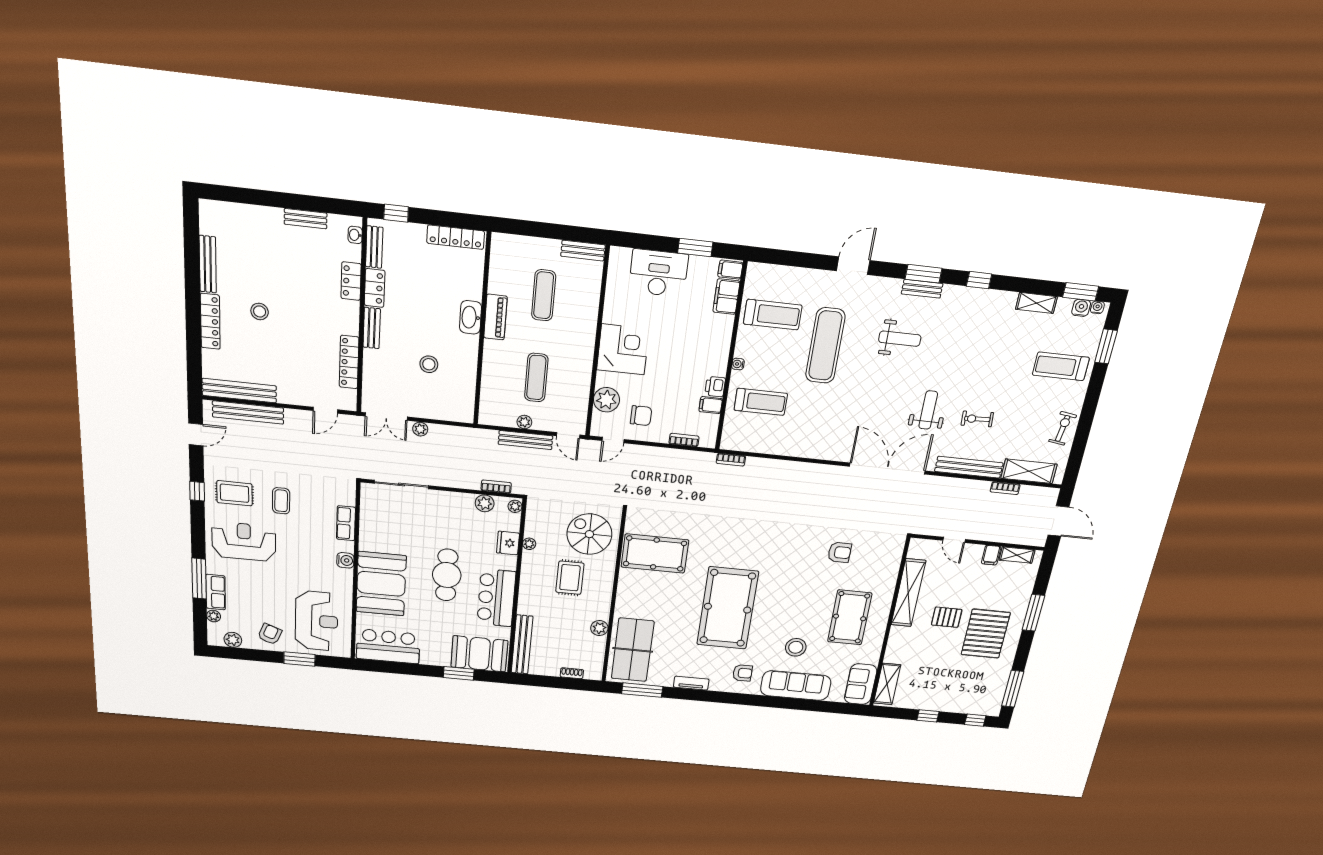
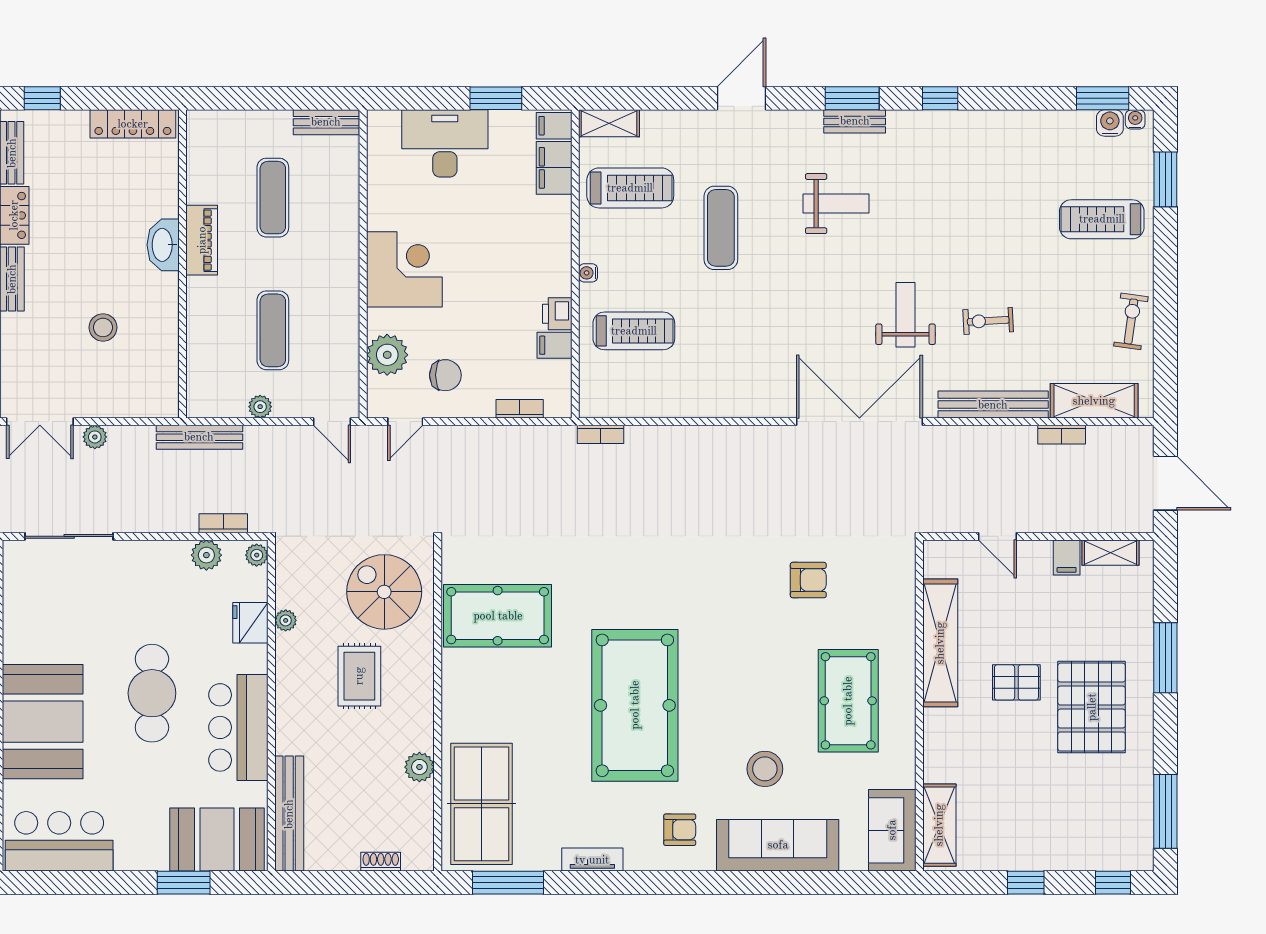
shelving: (1036, 303) -> (609, 123), moved
exercise mat: (825, 346) -> (721, 228), width x0.73, depth x0.69
bench: (525, 440) -> (199, 437), moved

